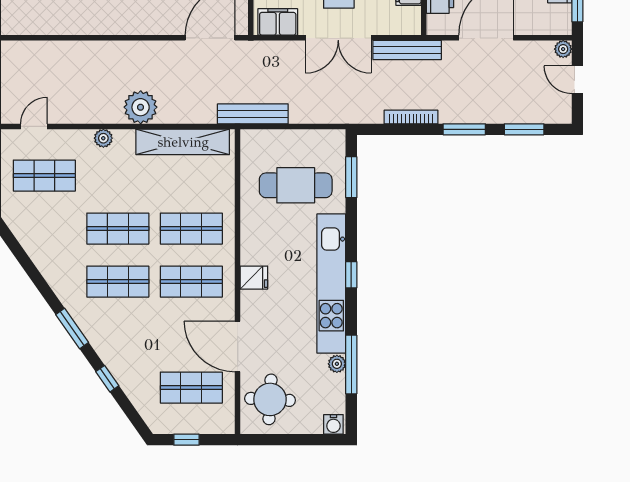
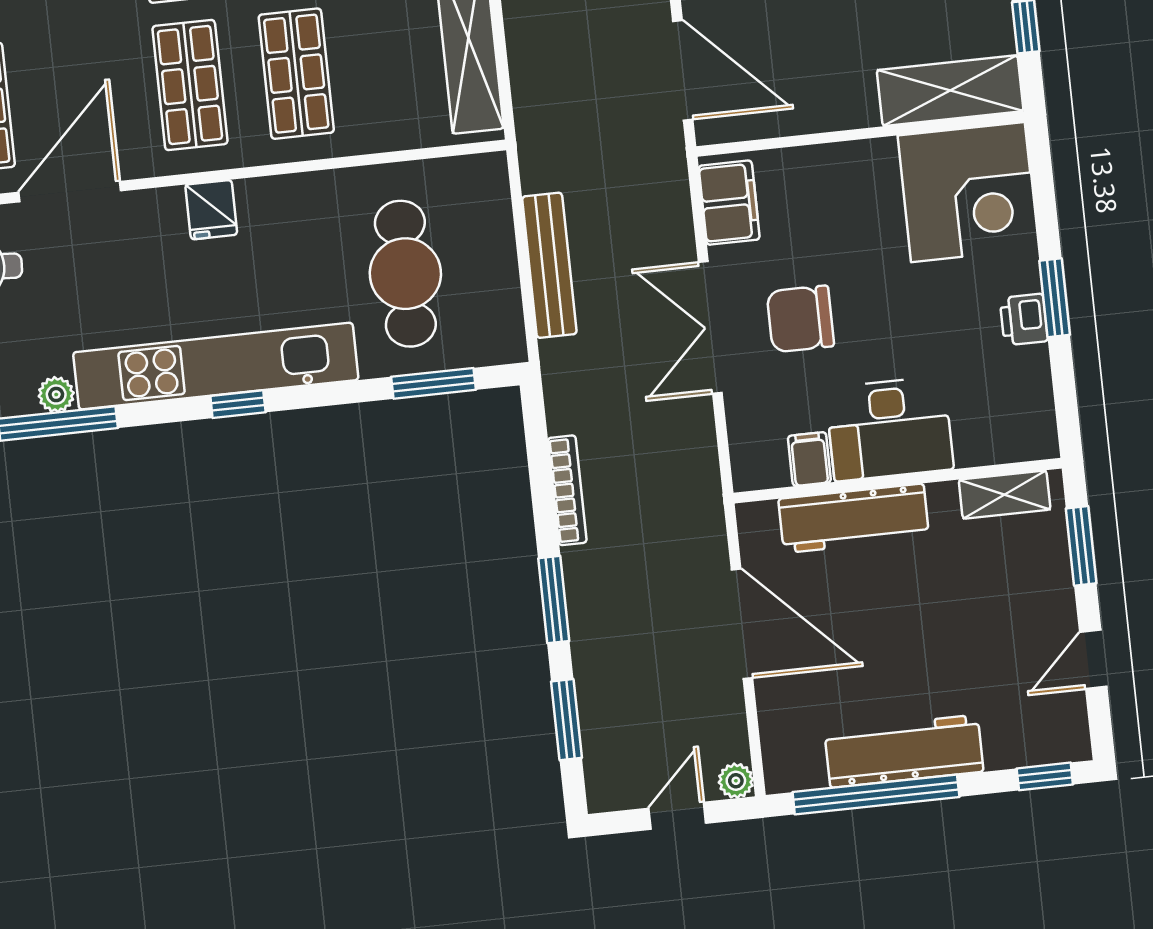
bench: (407, 50) -> (701, 468), removed
bench: (253, 114) -> (549, 265), moved

